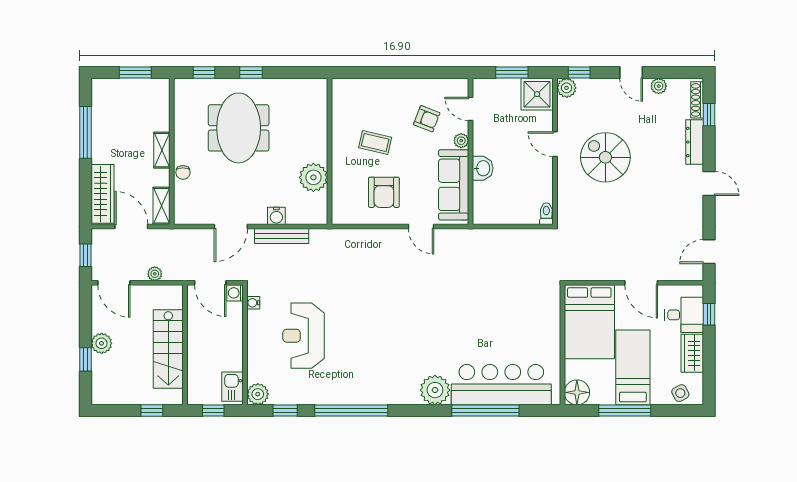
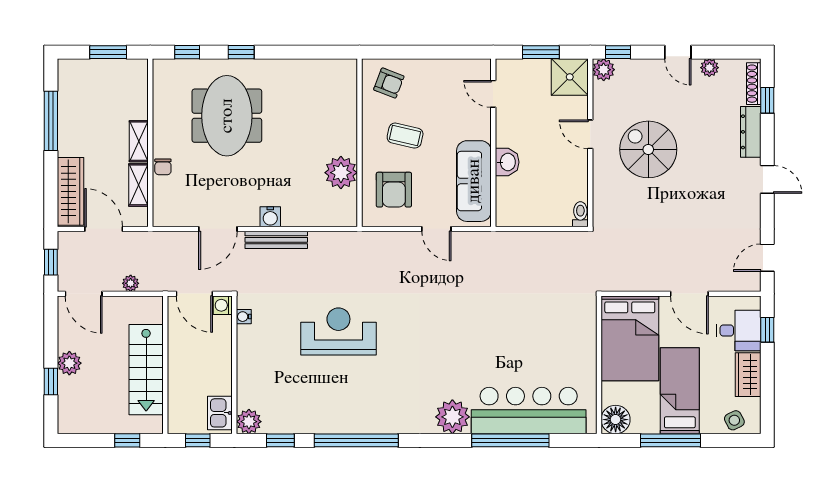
armchair: (427, 119) -> (389, 83), moved
plant: (461, 141) -> (483, 130), removed
coffee table: (375, 142) -> (405, 136), moved
wall: (330, 151) -> (359, 143), moved
plant: (313, 177) -> (341, 173), moved
shelving: (162, 206) -> (138, 185), moved
reception desk: (303, 336) -> (338, 331), moved, turned 90

